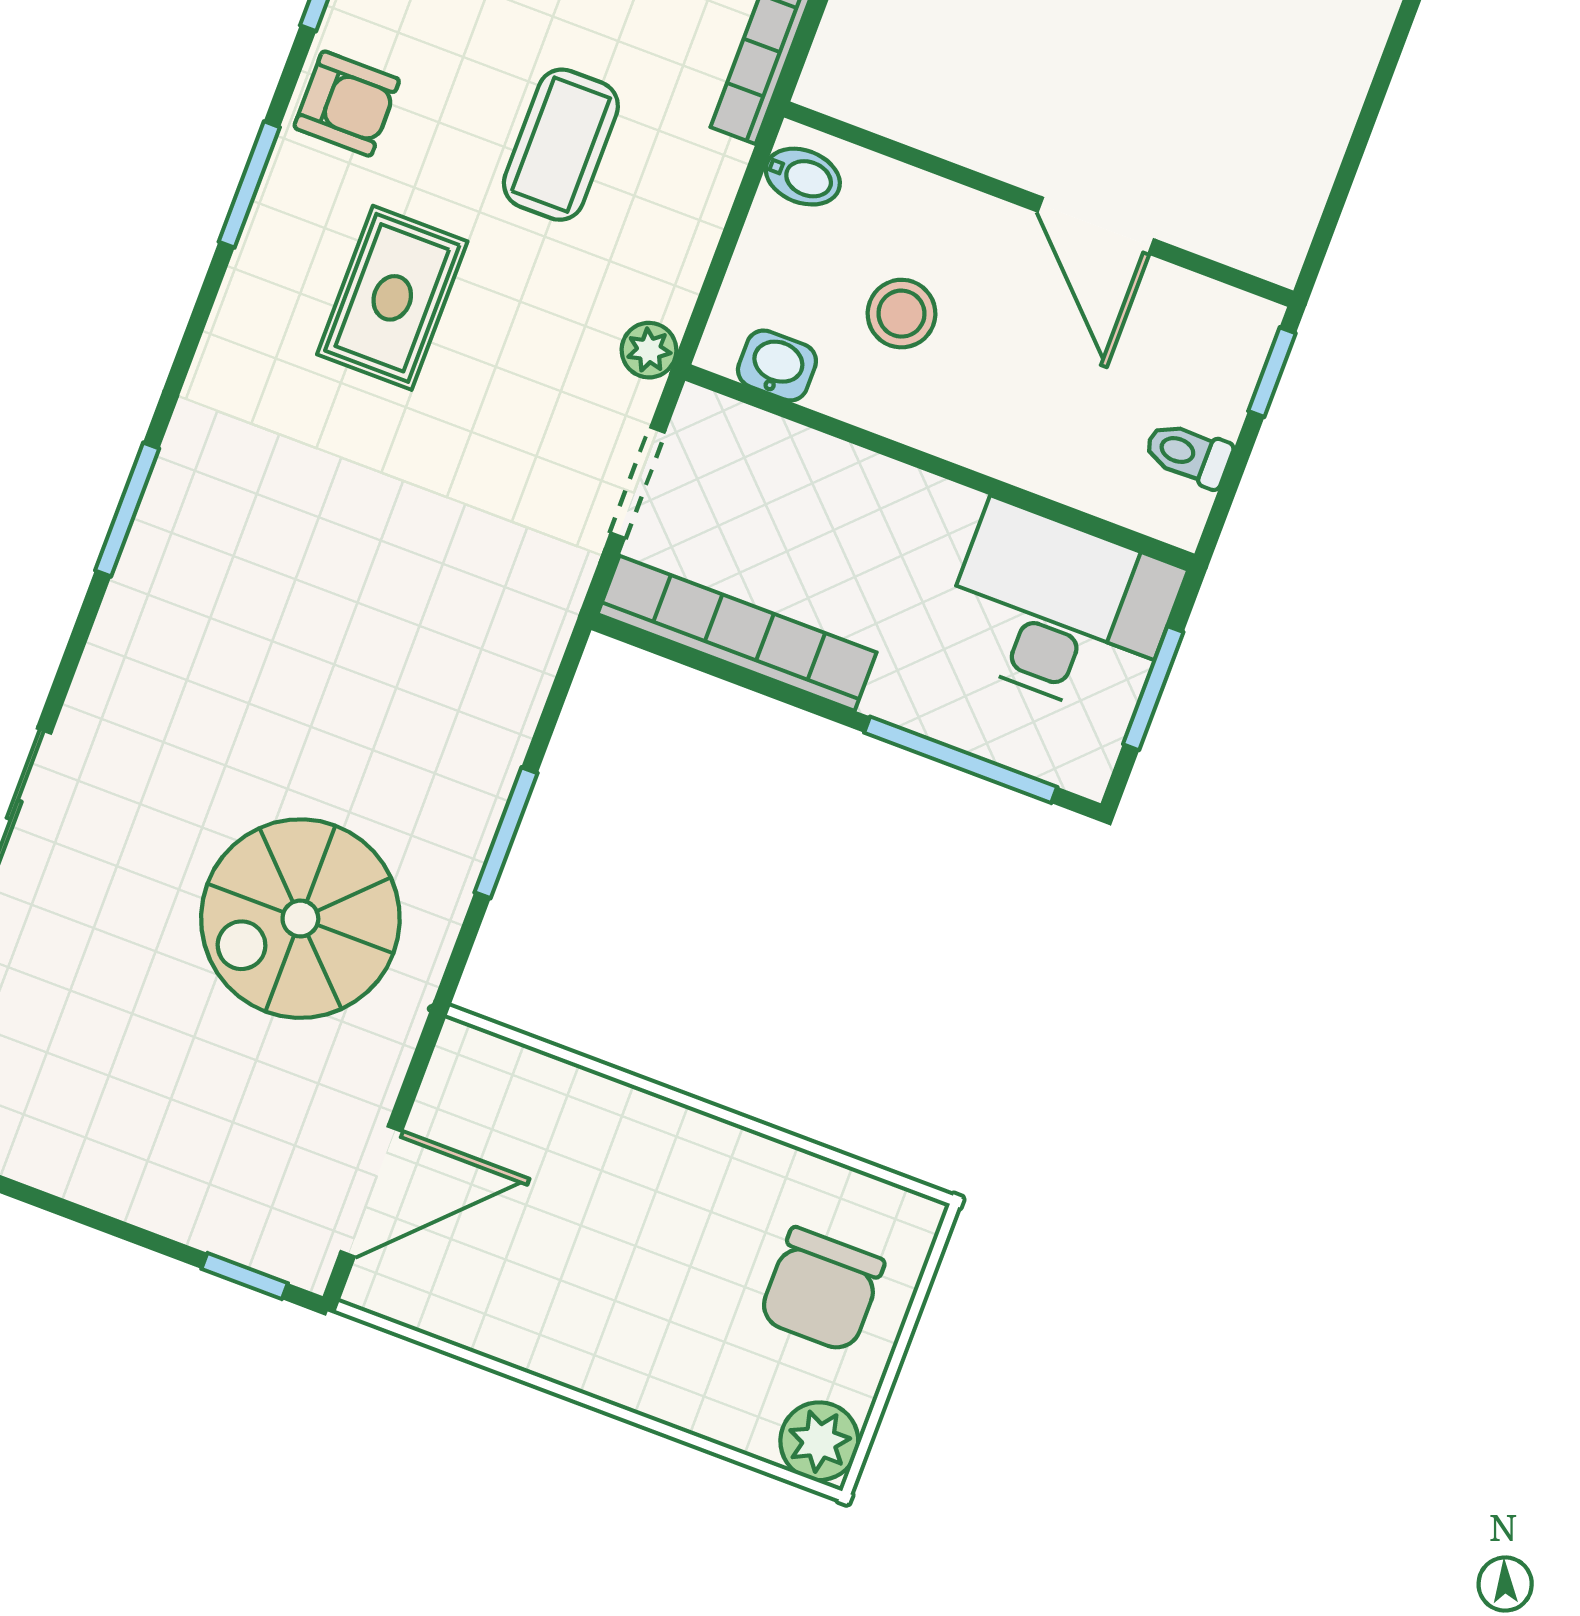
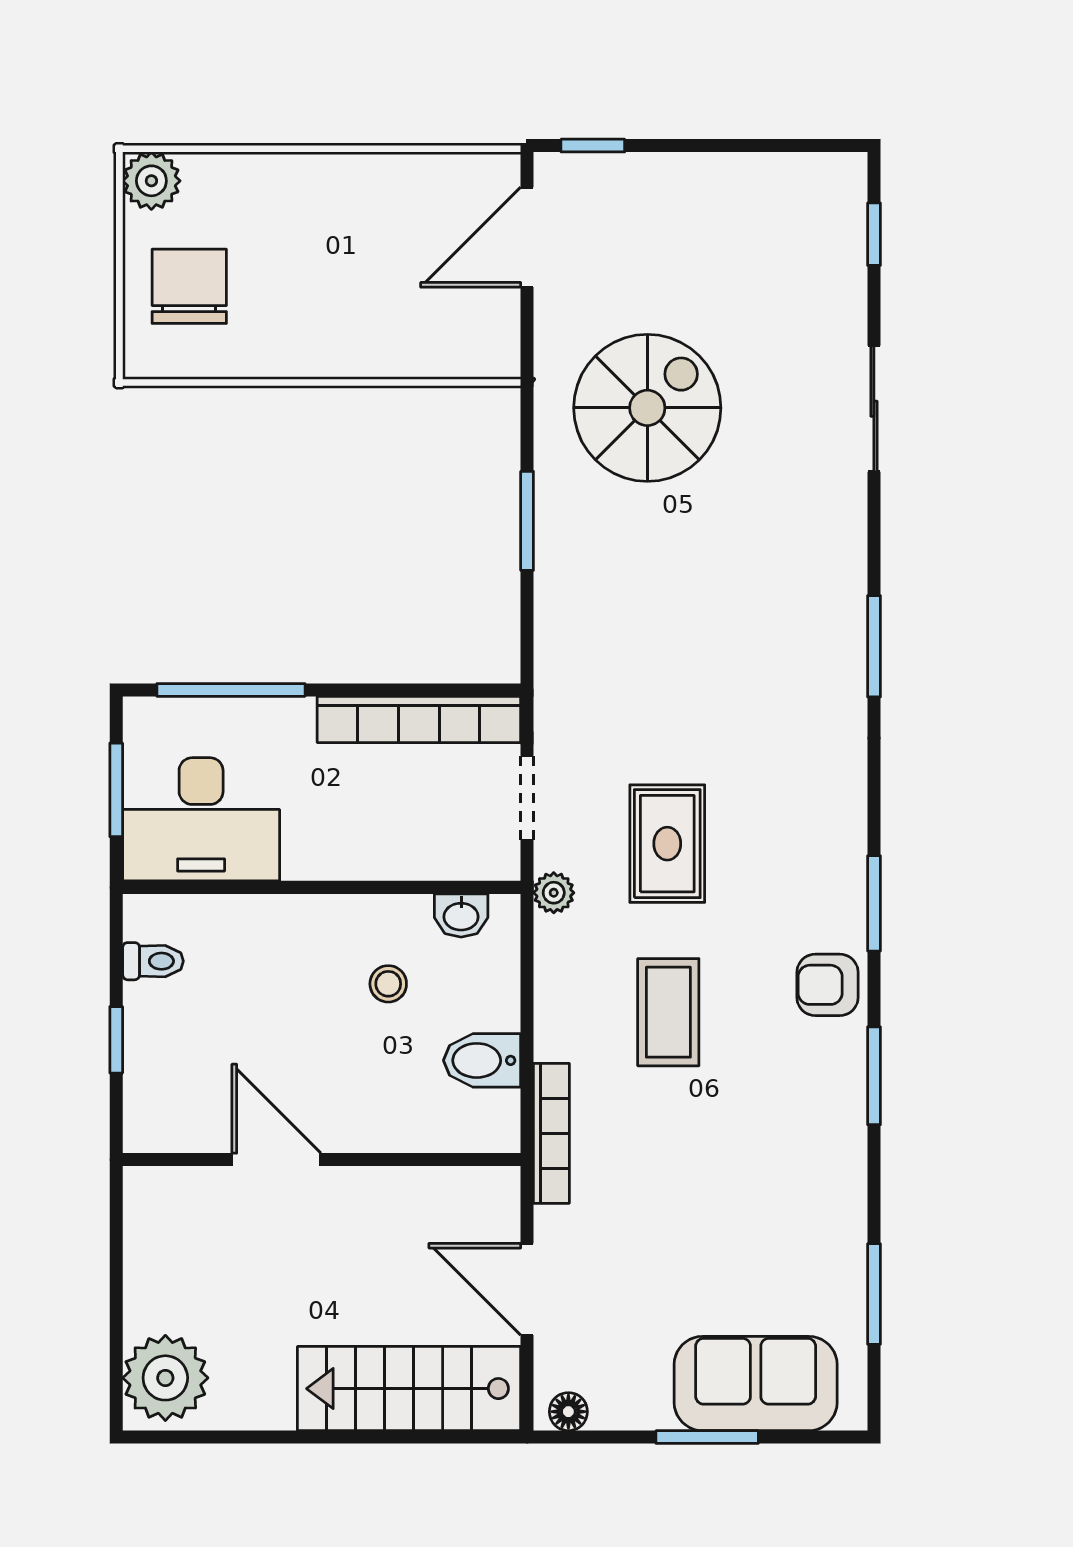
bidet: (803, 177) -> (482, 1060), width x1.38, depth x1.36
wall: (1039, 204) -> (322, 1160), moved
door: (1096, 226) -> (276, 1160), moved
rug: (392, 298) -> (667, 844), moved
stool: (901, 314) -> (388, 984), width x0.73, depth x0.73

